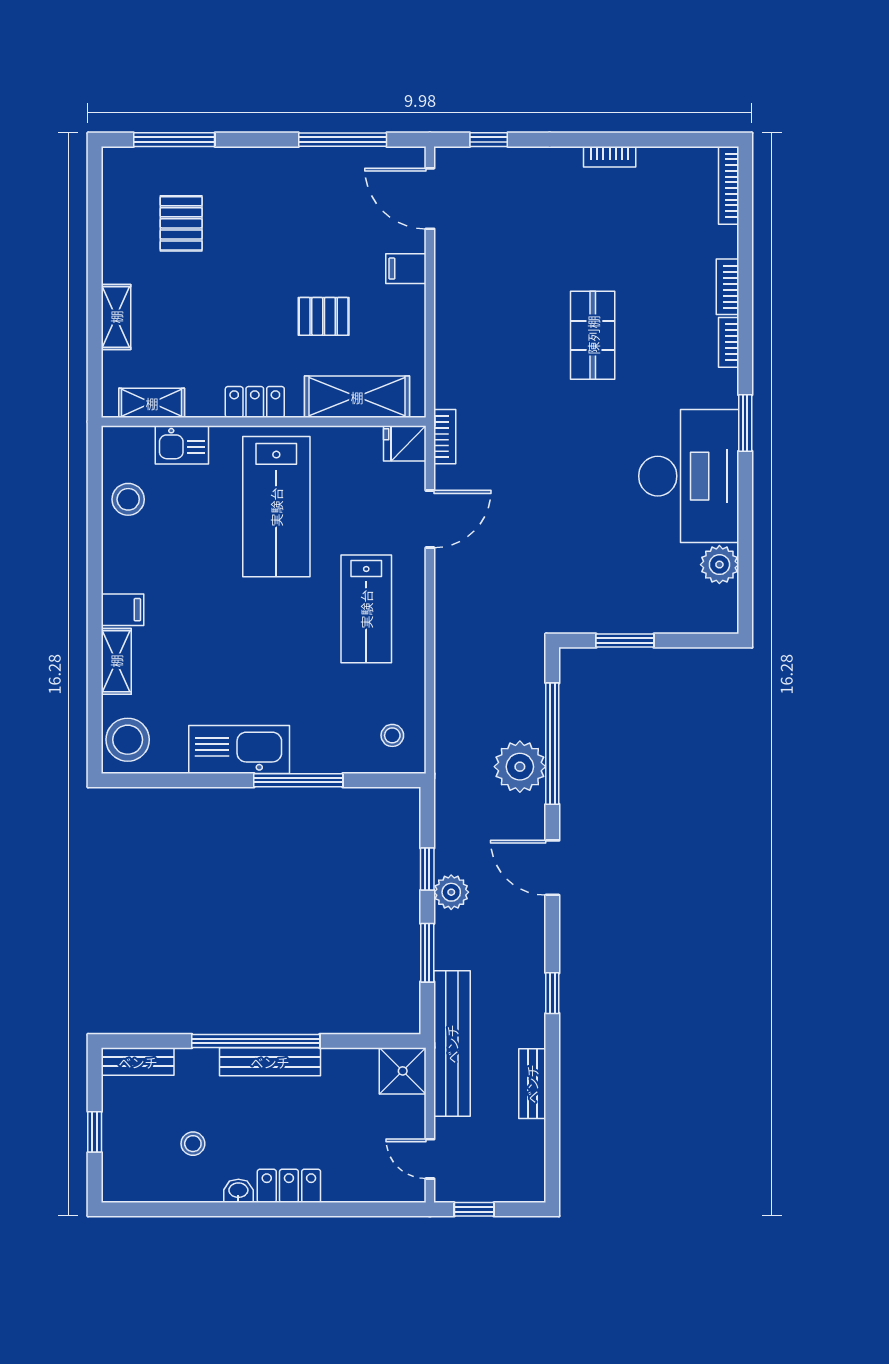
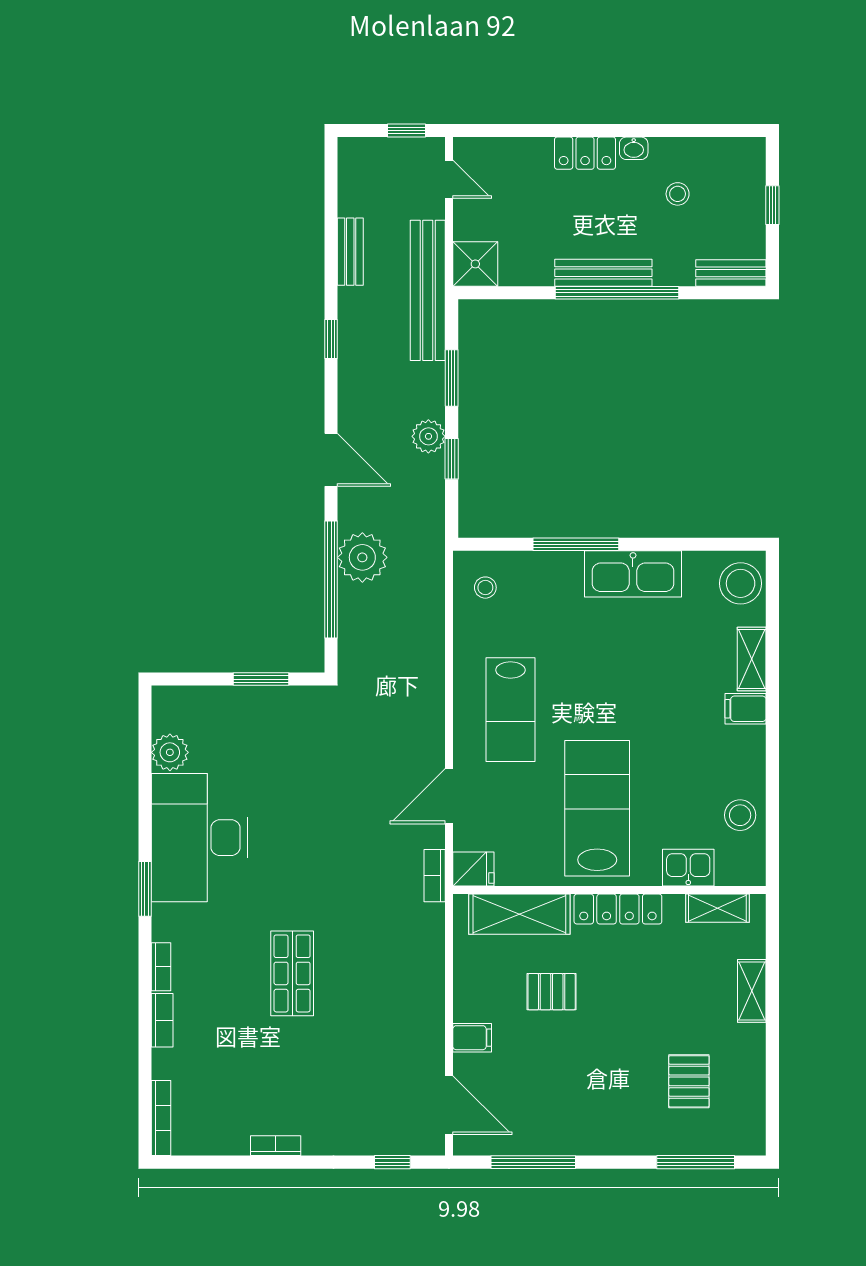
locker: (255, 402) -> (618, 909), width x1.53
lab bench: (366, 609) -> (510, 710), turned 180

